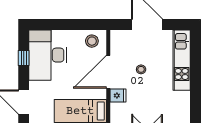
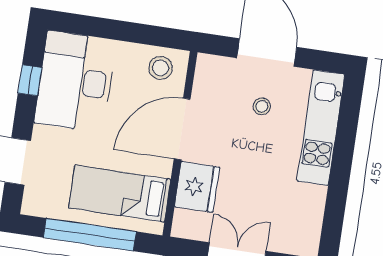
stool: (141, 69) -> (262, 106), moved
fridge: (118, 96) -> (197, 187), width x1.88, depth x1.34

